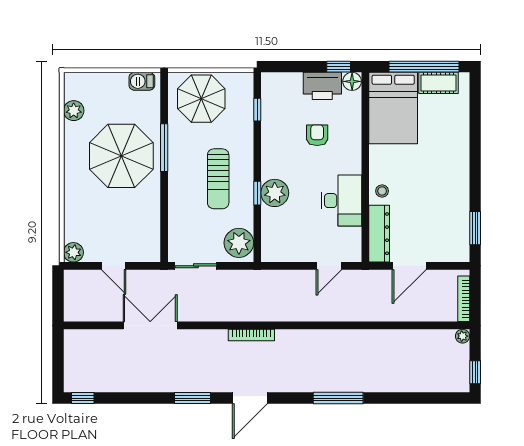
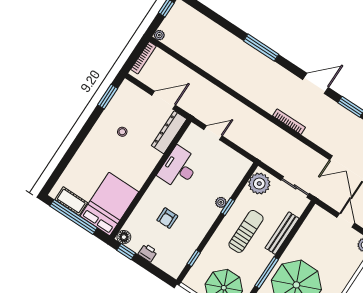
printer: (322, 86) -> (148, 253), width x0.53, depth x0.68
stool: (382, 191) -> (122, 132), moved
plant: (275, 193) -> (221, 202), width x0.53, depth x0.53
bench: (176, 204) -> (282, 233), added

